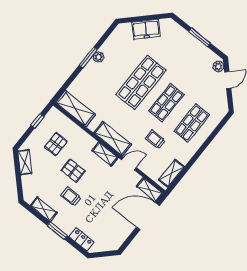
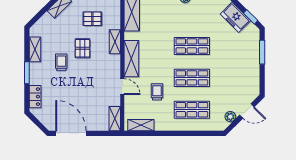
window: (155, 17) -> (251, 17), added
window: (200, 37) -> (262, 52), moved
plant: (218, 66) -> (230, 117), moved
shop shelf: (141, 82) -> (192, 46), width x0.70, depth x0.74
shelving: (105, 154) -> (115, 42), moved
door: (148, 216) -> (71, 133), moved

